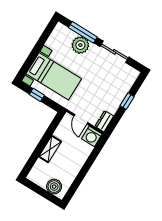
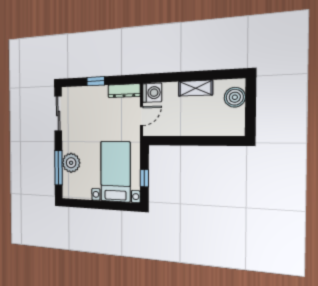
sliding door: (114, 52) -> (58, 113), moved
dresser: (104, 121) -> (124, 91), width x1.44
shelving: (50, 149) -> (195, 88), moved

